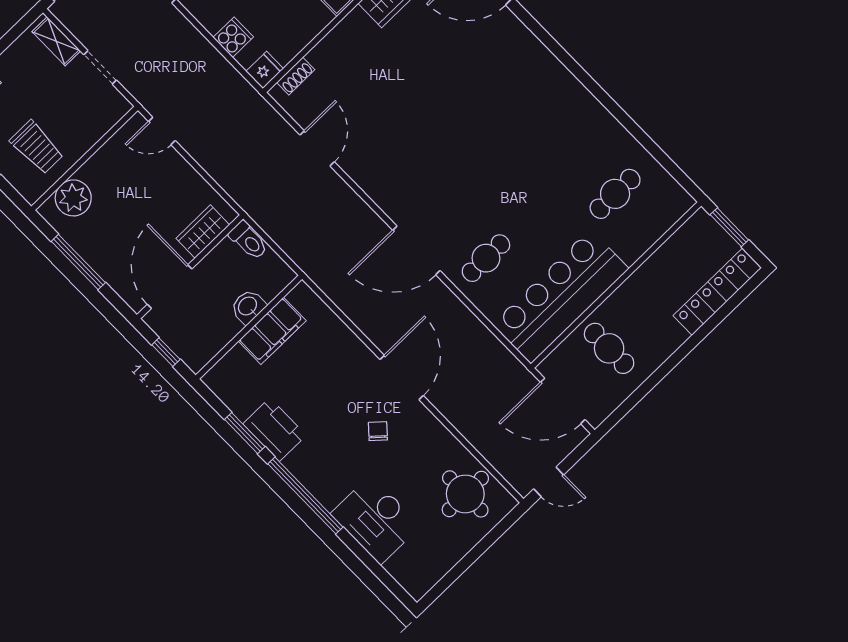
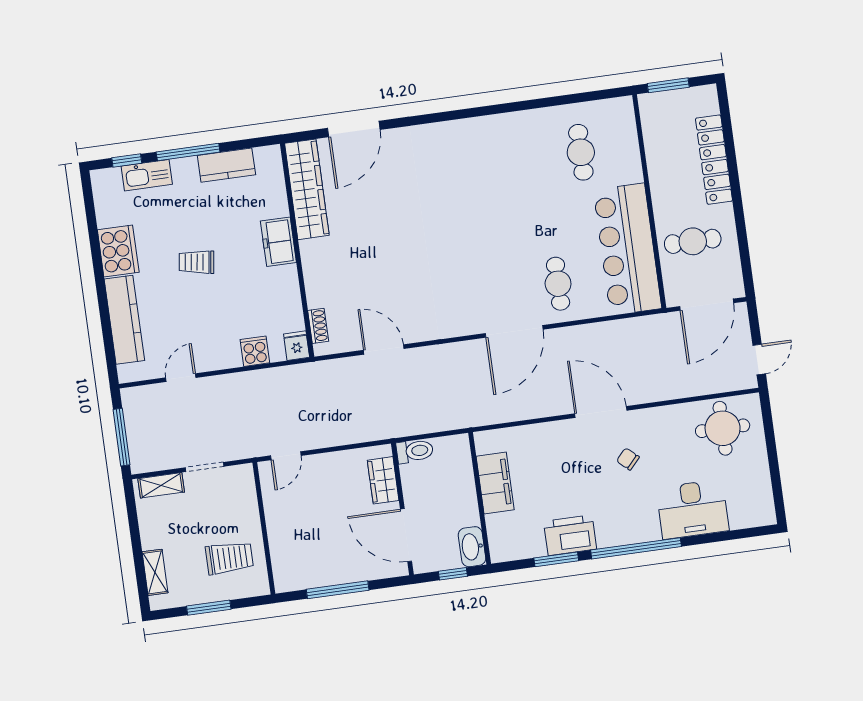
plant: (73, 198) -> (287, 558), removed
locker: (717, 292) -> (714, 160), moved
washbasin: (248, 307) -> (472, 547), moved, width x1.38

